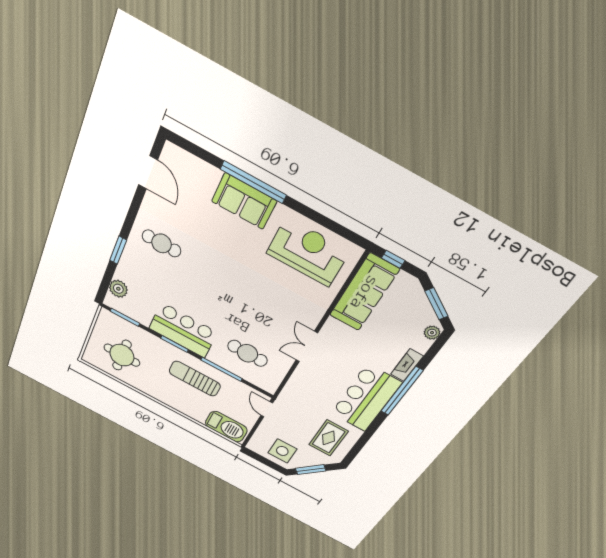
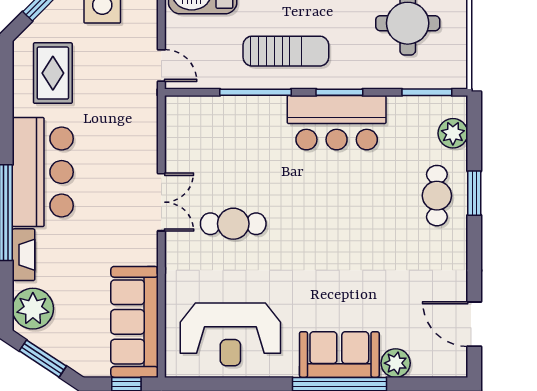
plant: (210, 175) -> (396, 363), added
cafe table: (161, 243) -> (437, 196), moved, turned 90
plant: (432, 333) -> (33, 309), width x1.88, depth x1.88
cafe table: (247, 353) -> (233, 224), moved

